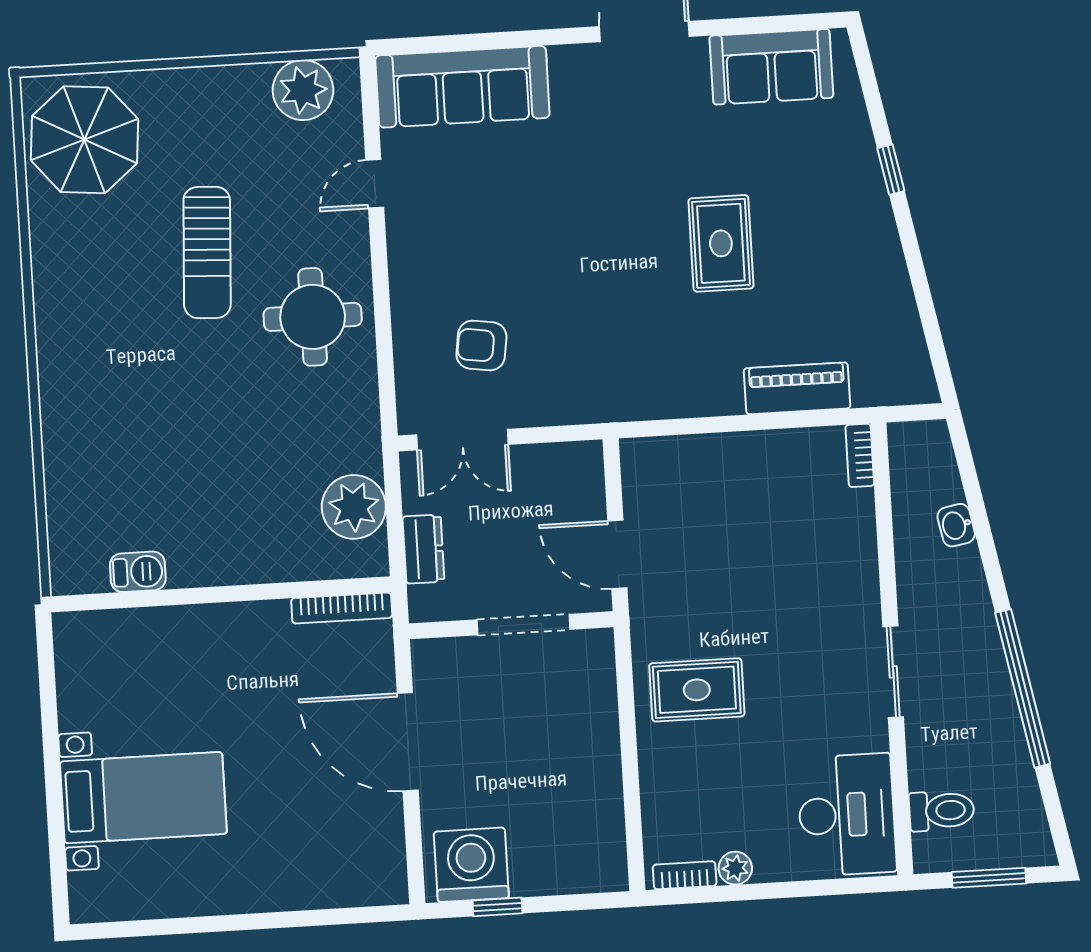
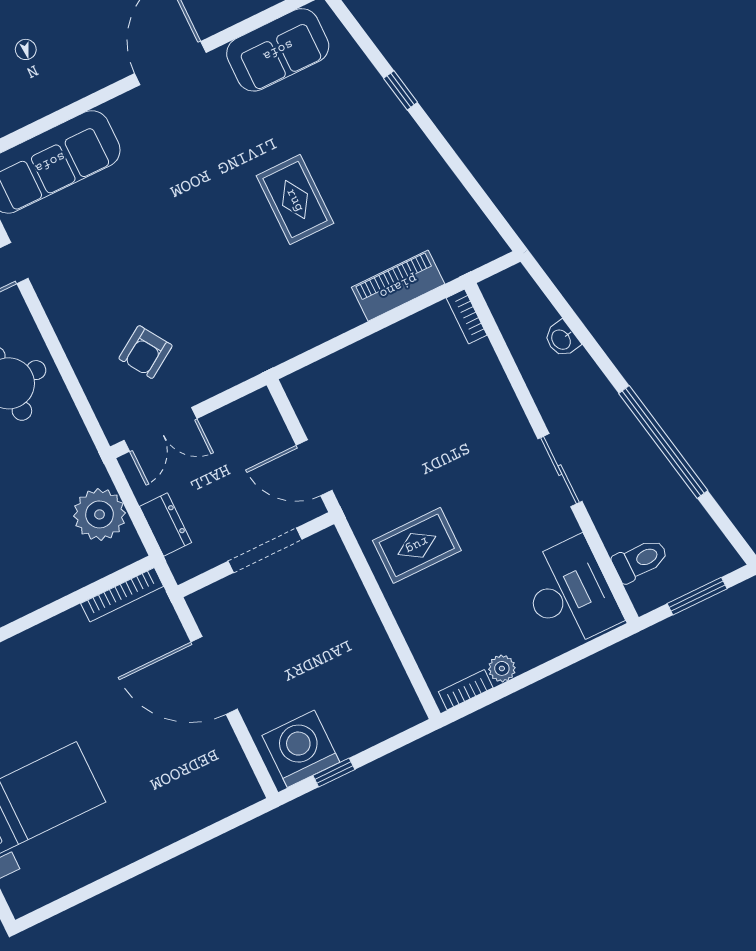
armchair: (481, 345) -> (146, 352), turned -41

